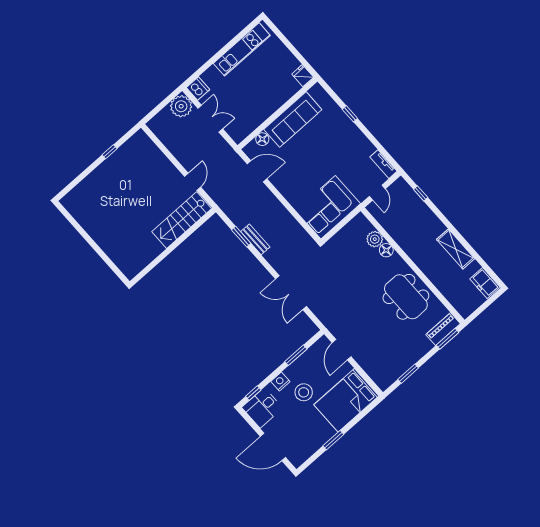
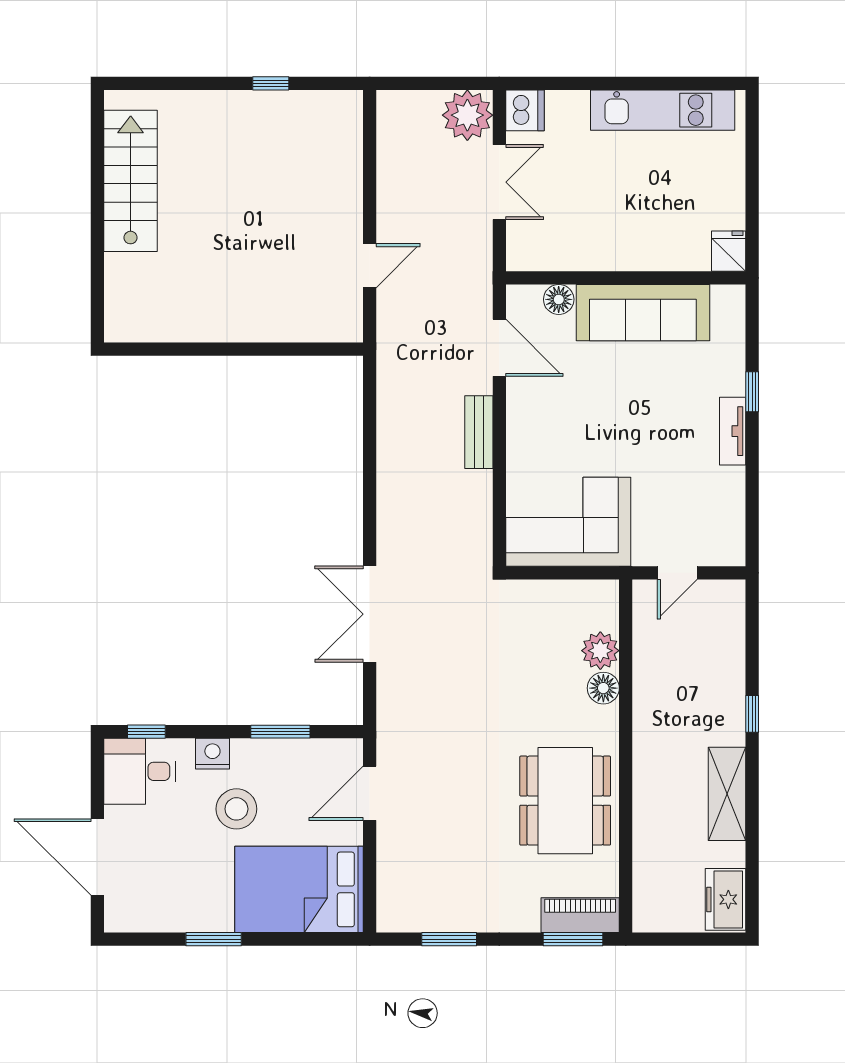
tv unit: (383, 164) -> (733, 431), moved
window: (421, 193) -> (752, 714), moved
stairs: (182, 220) -> (131, 181), moved, turned 90
window: (241, 237) -> (370, 438), removed
bench: (255, 239) -> (479, 432), moved

